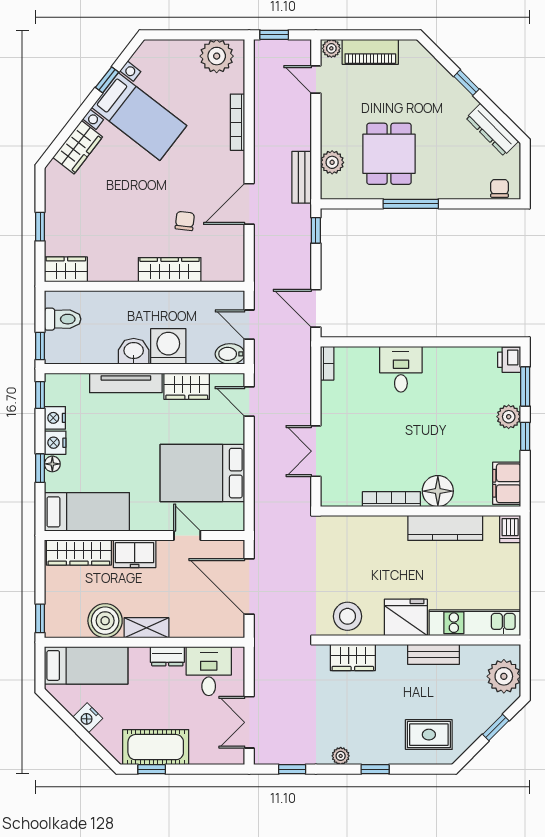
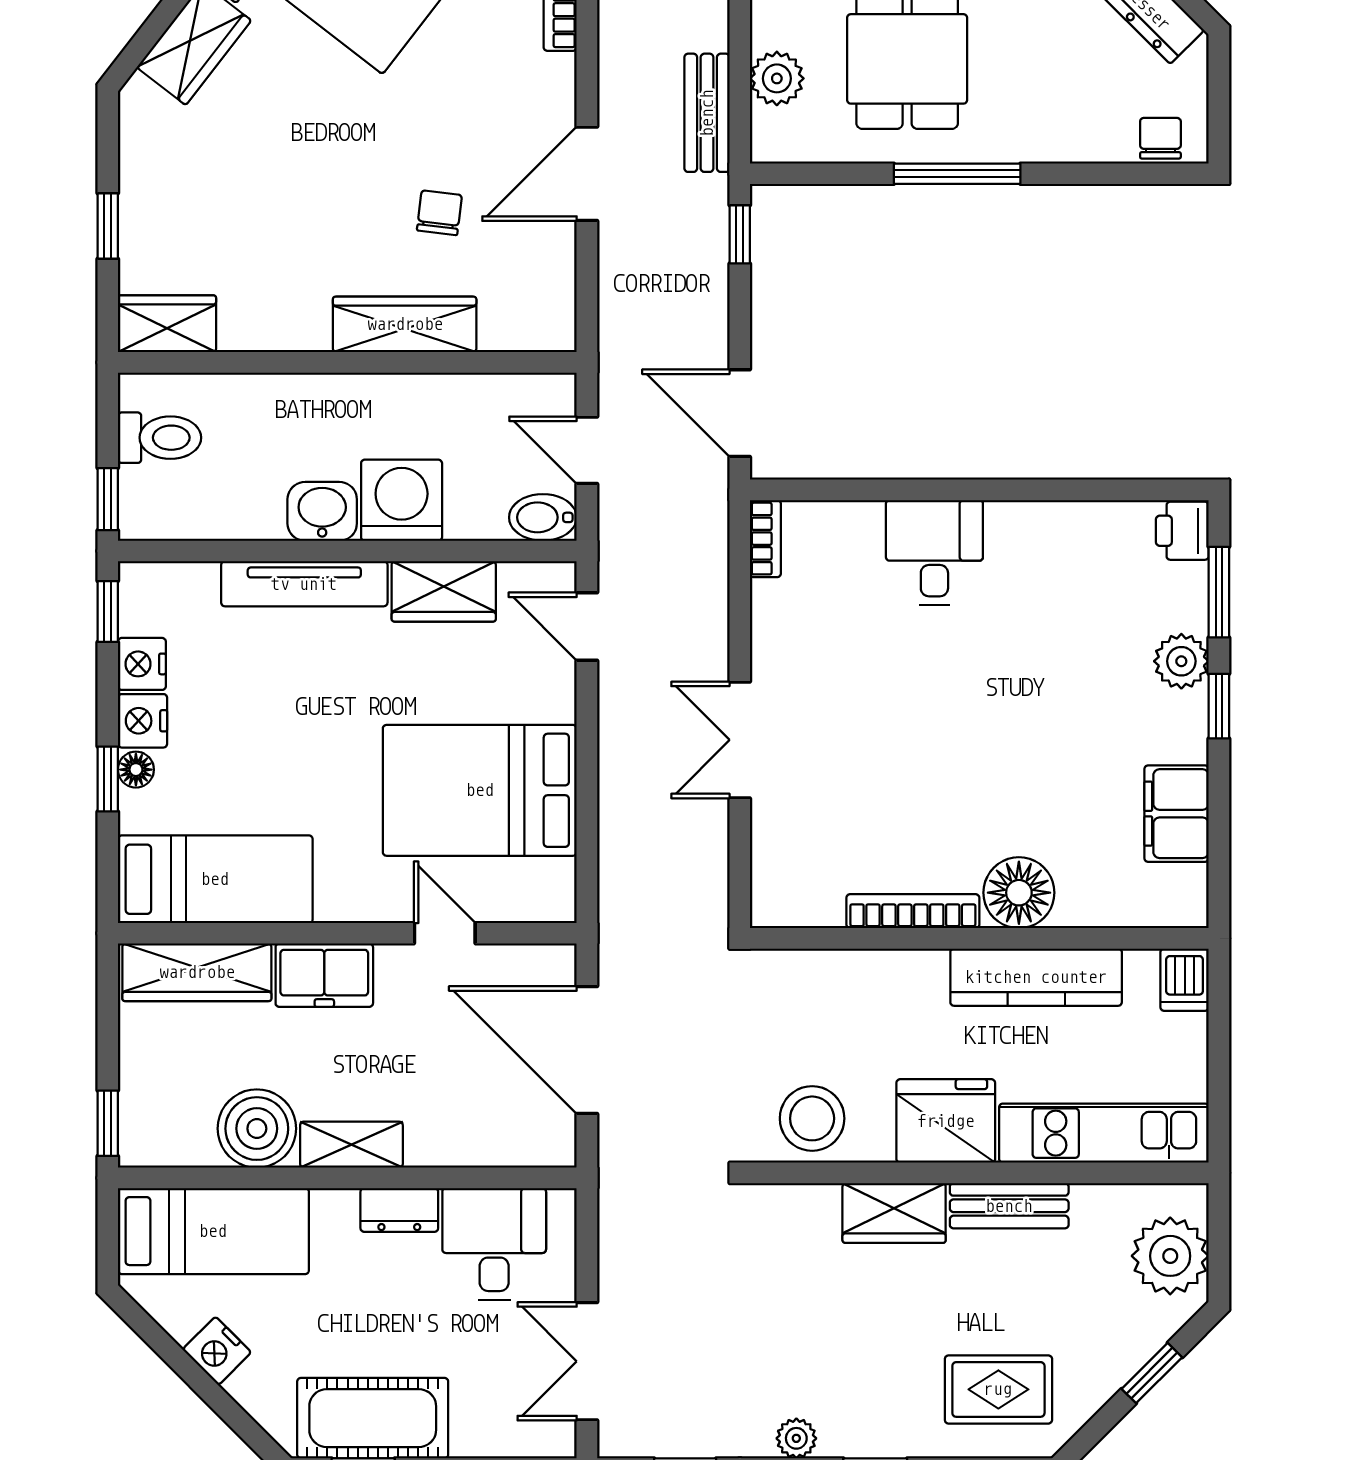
floor lamp: (438, 491) -> (1019, 893), moved
bookcase: (391, 499) -> (913, 911), moved
wall: (421, 511) -> (979, 938), moved
kitchen counter: (445, 528) -> (1036, 977), moved
dishwasher: (510, 529) -> (1185, 980), moved
wardrobe: (353, 658) -> (894, 1213), moved

